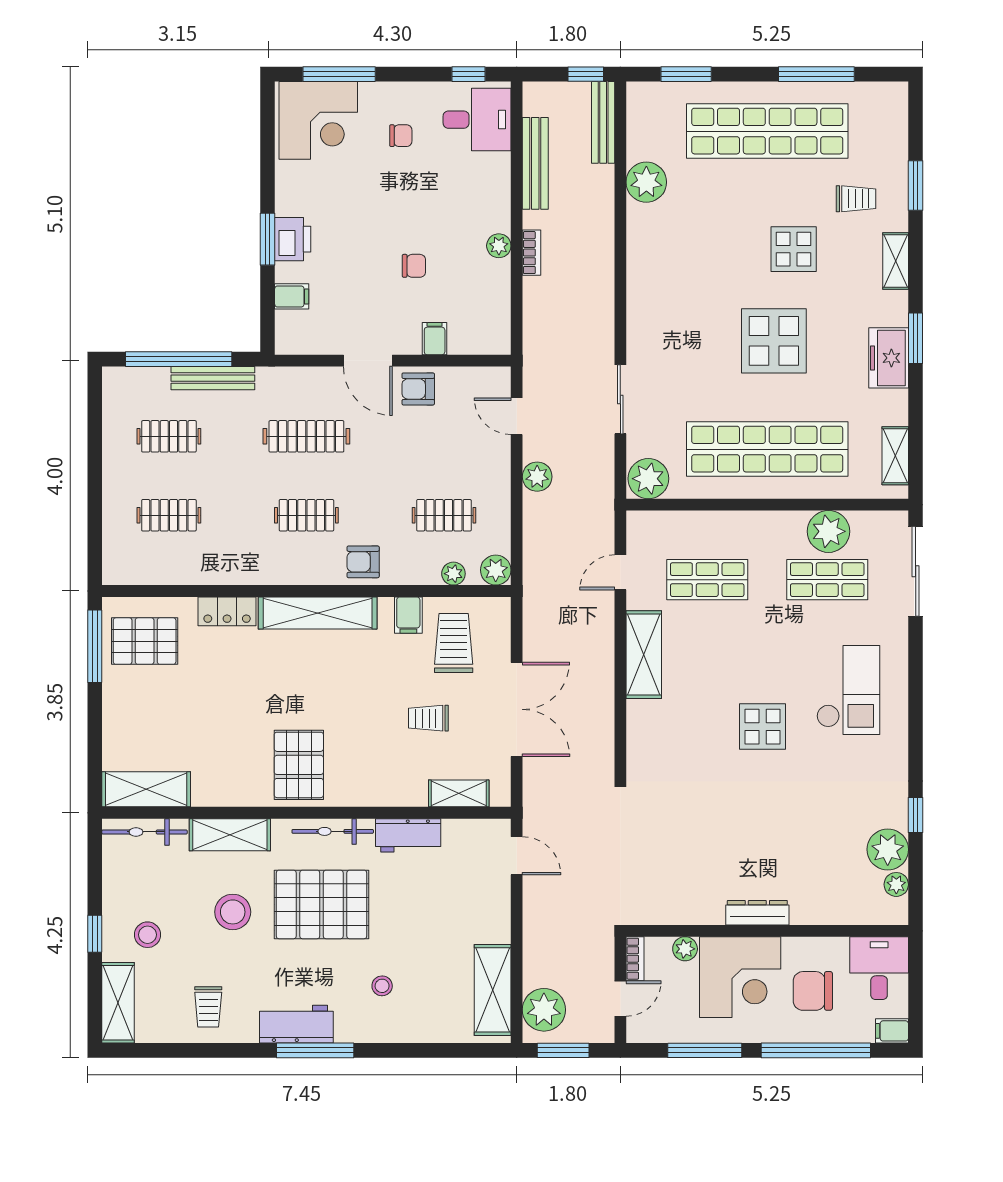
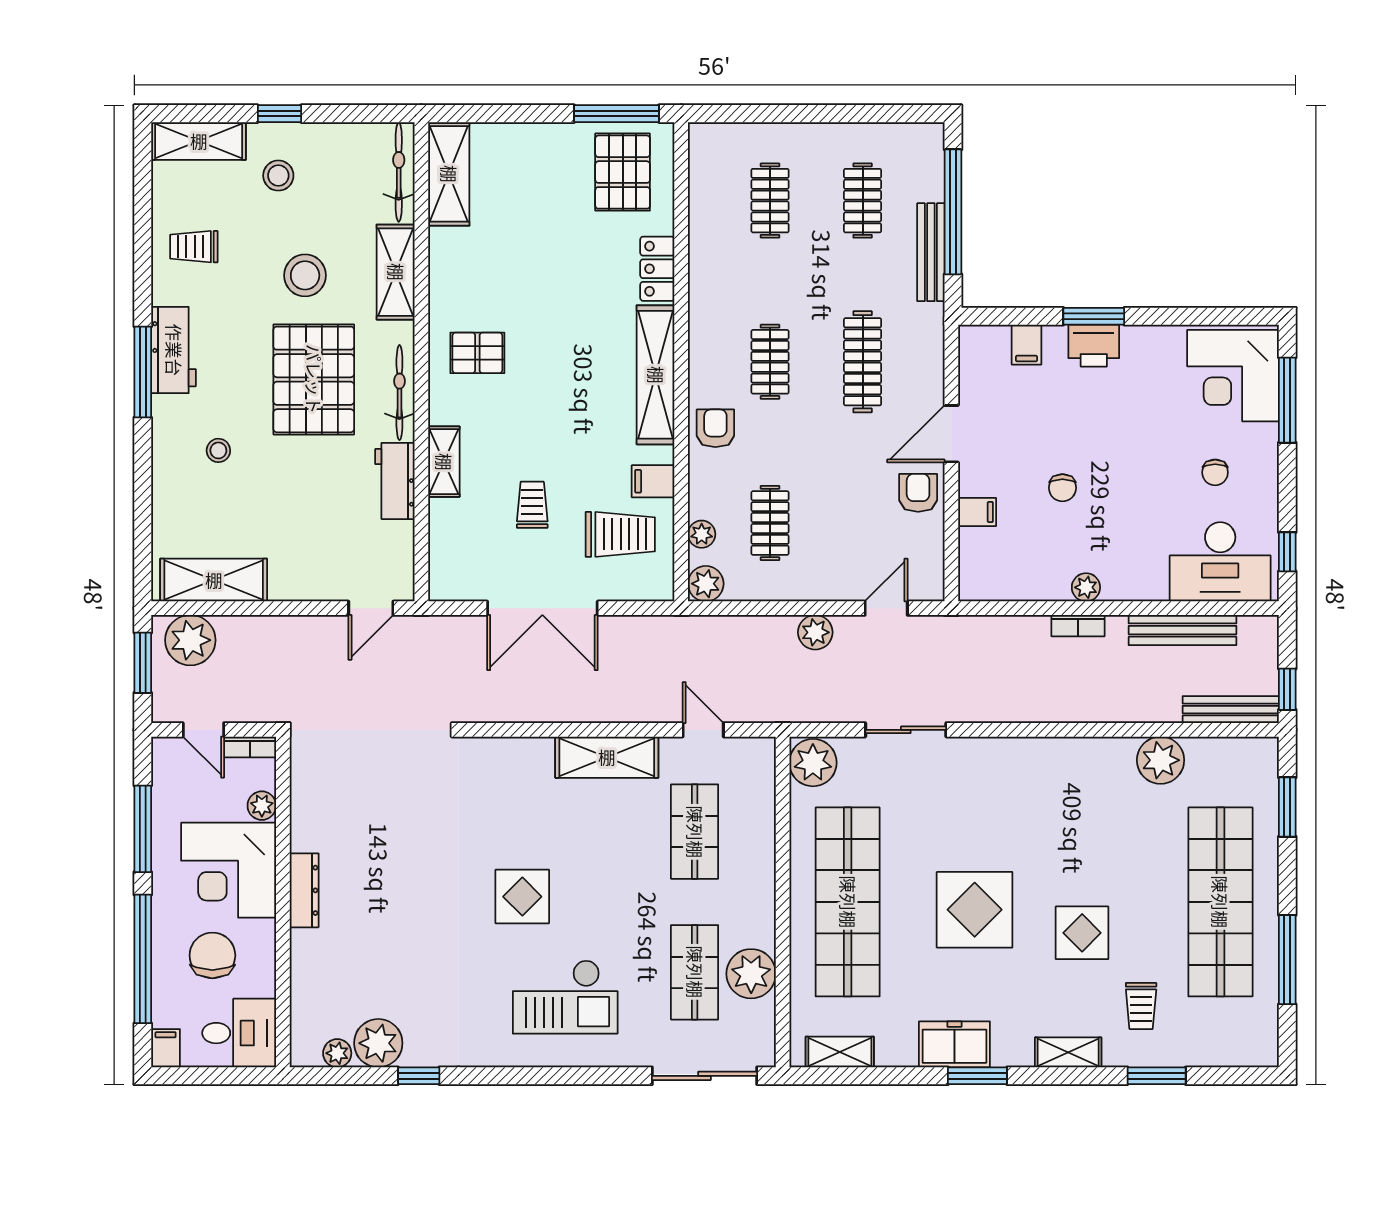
desk: (477, 120) -> (1220, 562), width x1.37
pallet: (299, 765) -> (477, 353), width x0.67, depth x0.71
shelving: (459, 793) -> (444, 462), moved

